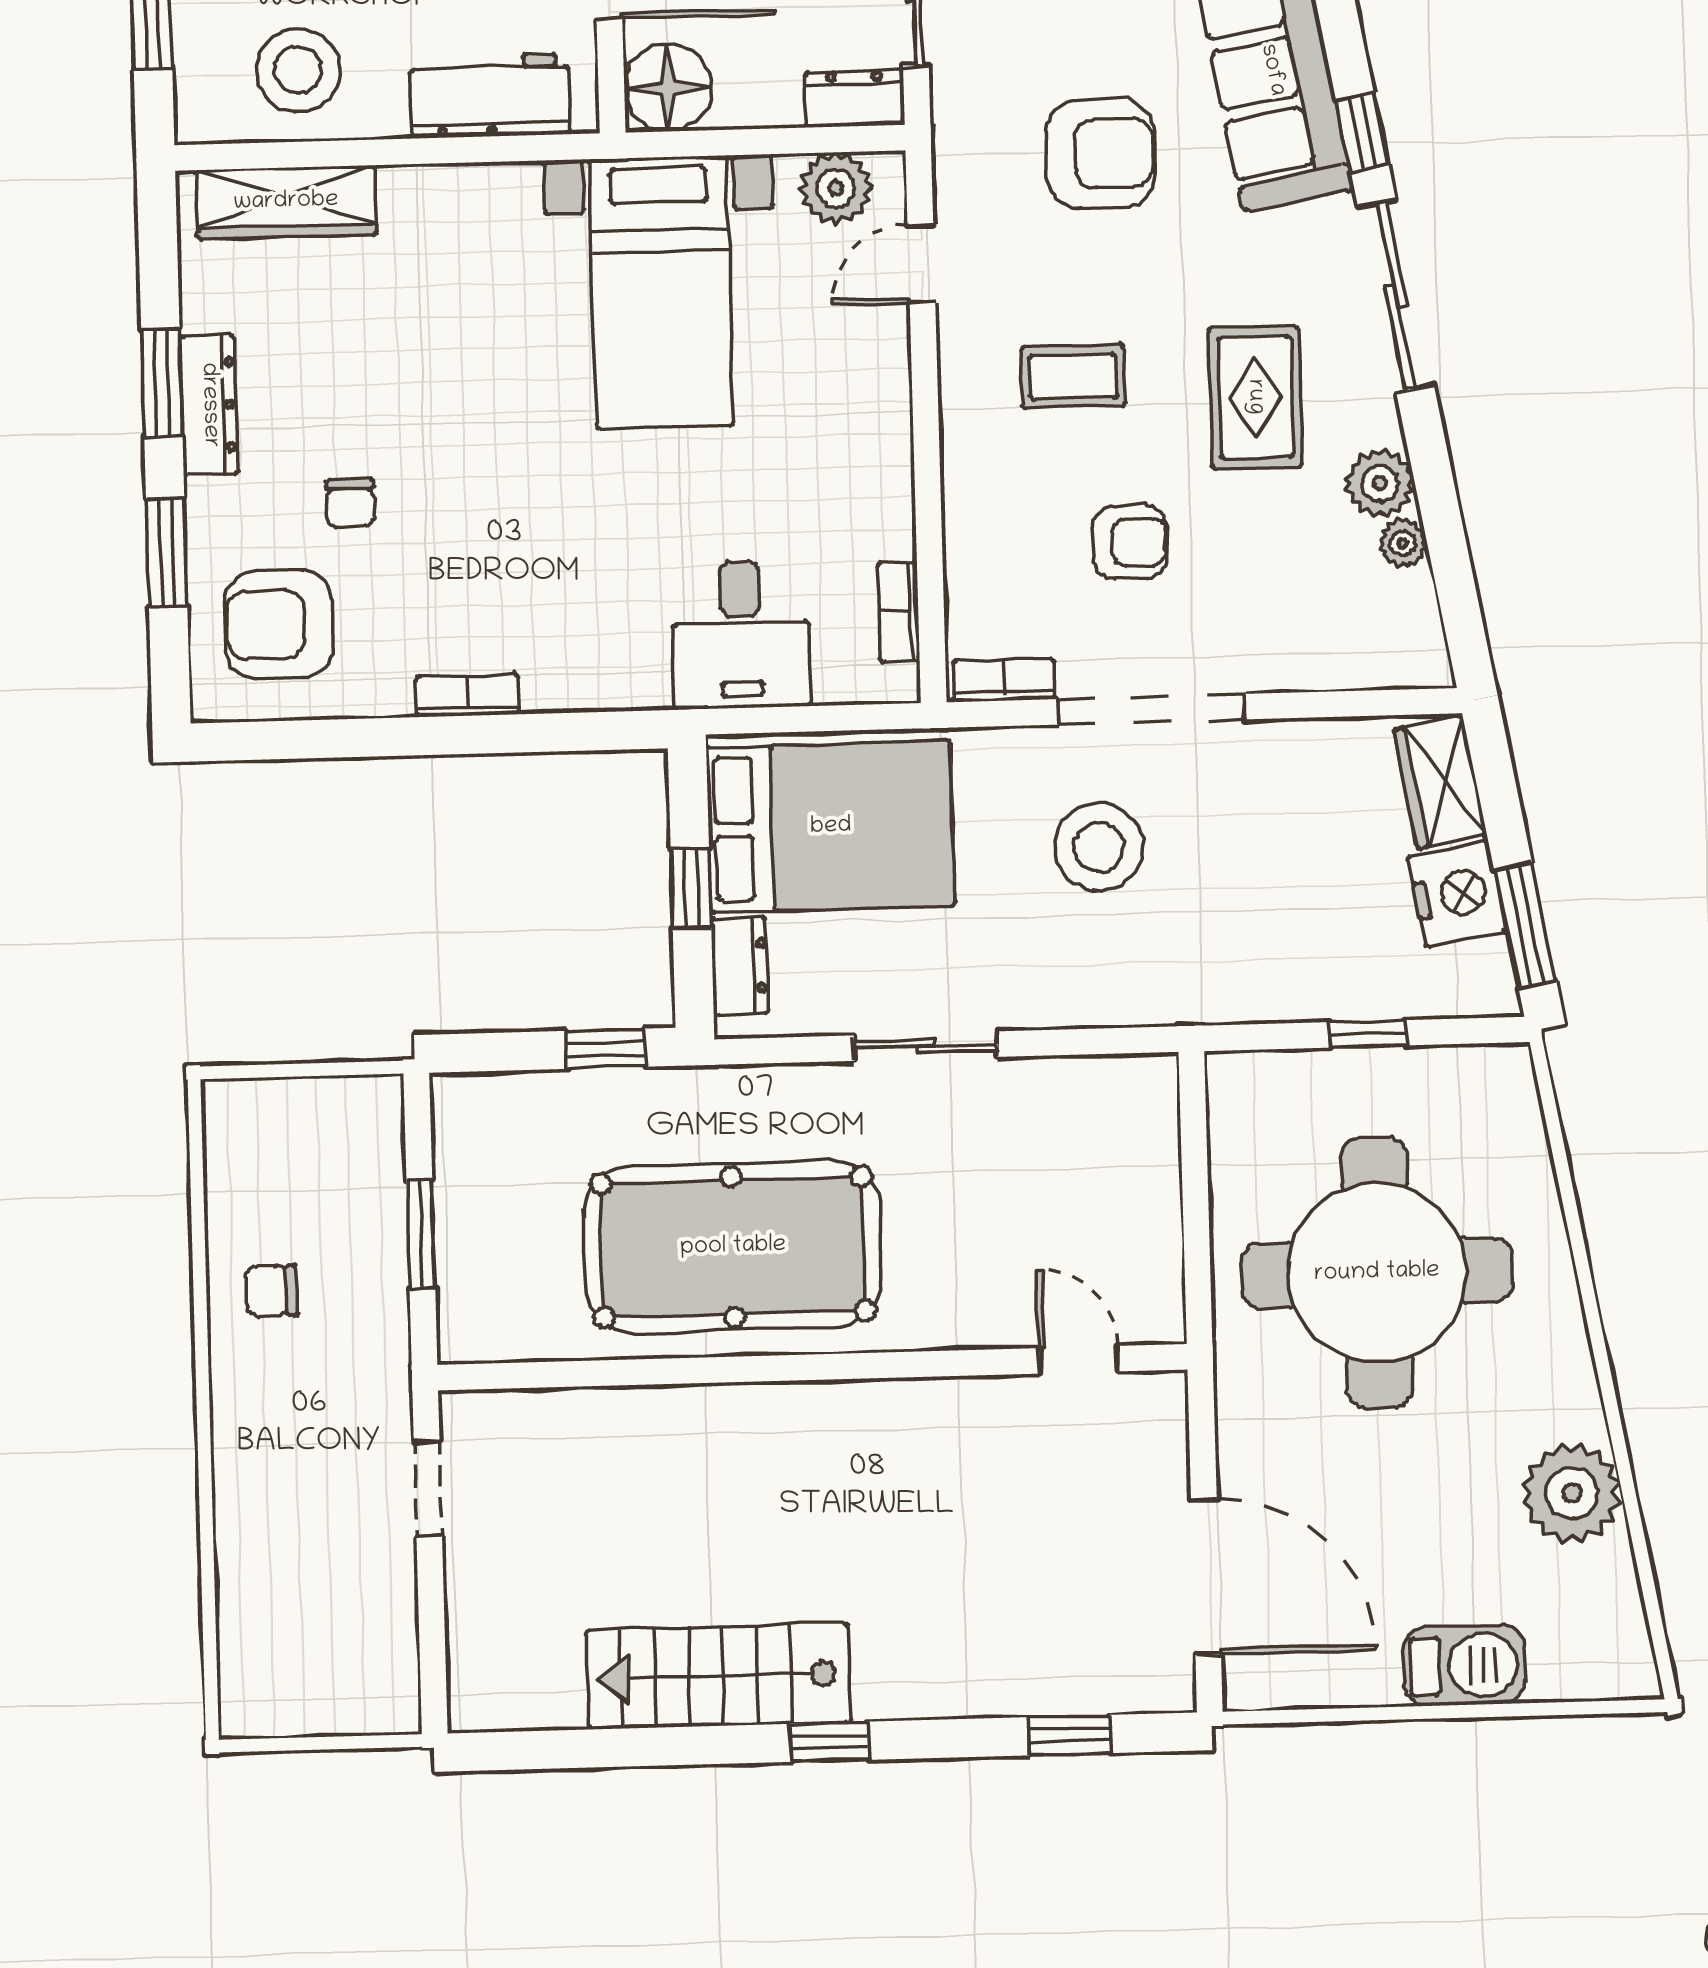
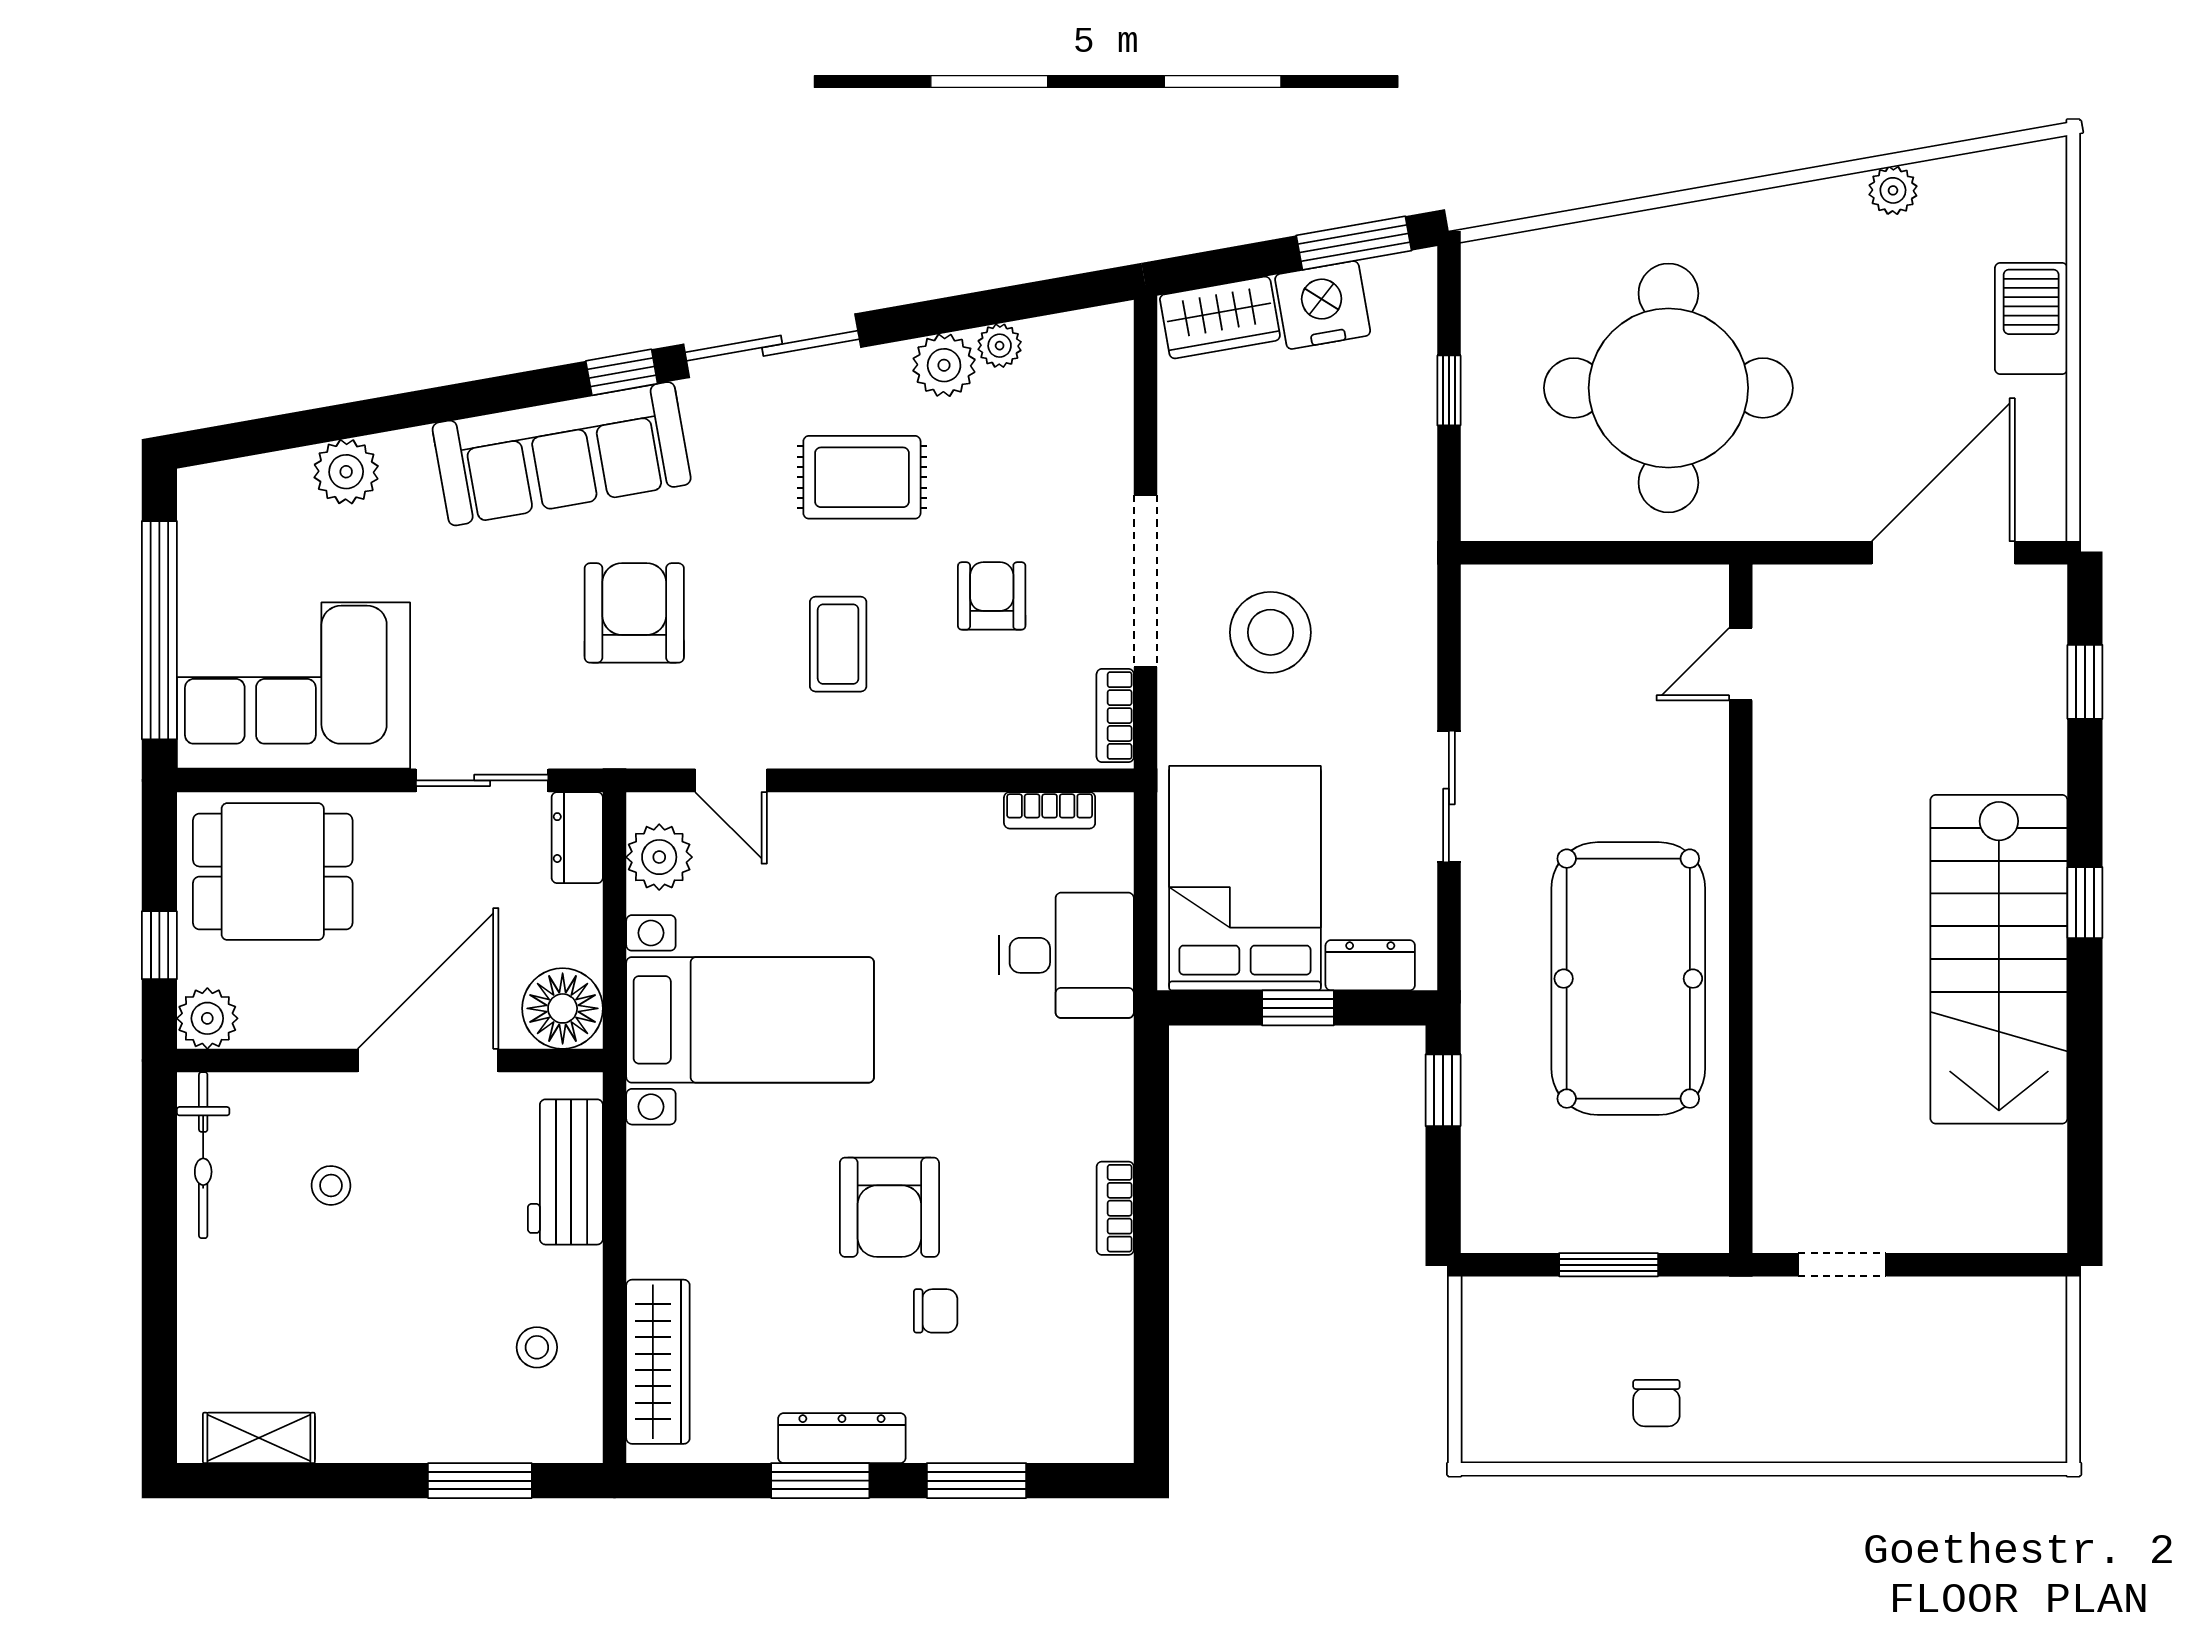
stool: (298, 70) -> (537, 1347), width x0.53, depth x0.53
armchair: (279, 625) -> (889, 1207), moved
plant: (1572, 1493) -> (1893, 190), width x0.53, depth x0.53
stairs: (718, 1676) -> (1999, 959), width x1.36, depth x1.51

